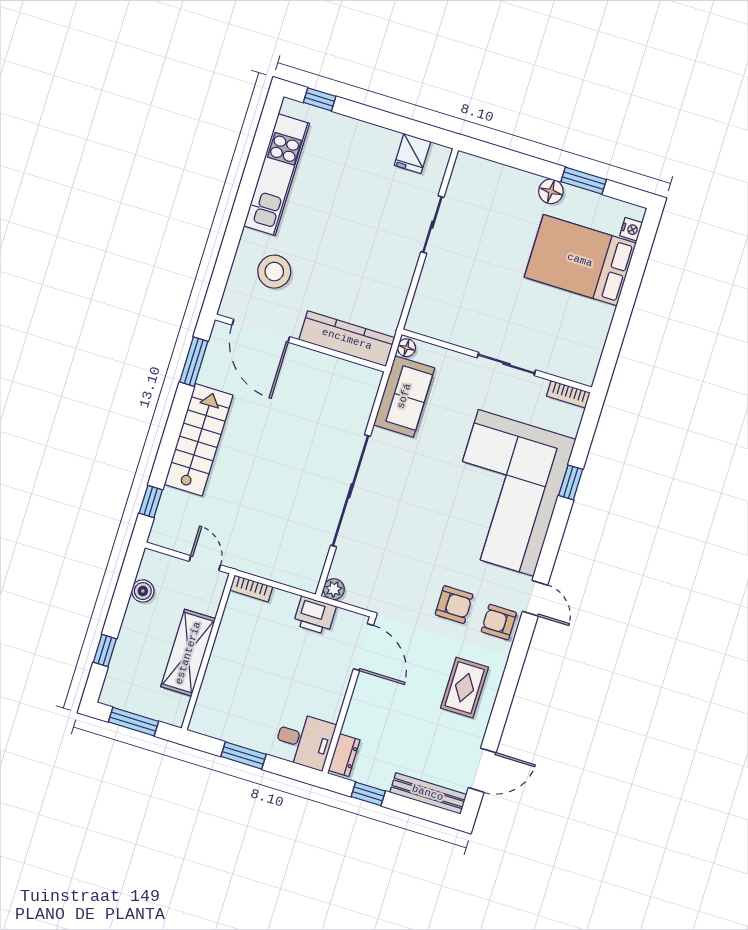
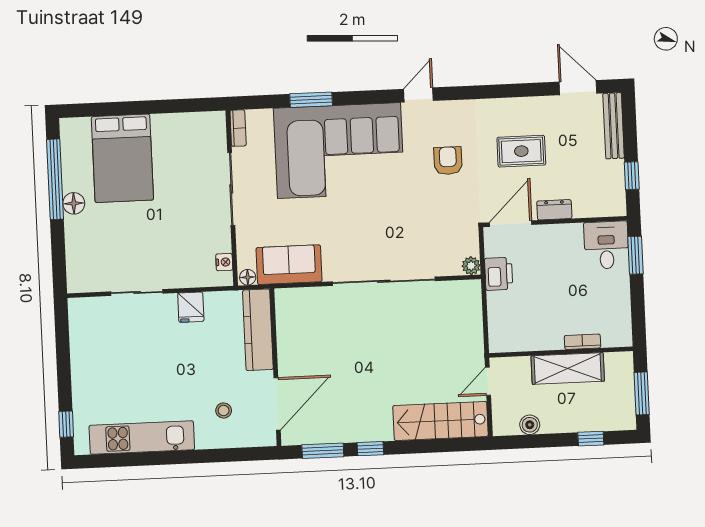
fridge: (412, 153) -> (191, 307), moved, turned 90
window: (584, 181) -> (55, 179), width x2.11
nightstand: (631, 229) -> (224, 262), moved, turned 90
stool: (274, 272) -> (224, 411), width x0.53, depth x0.53
sliding door: (506, 364) -> (231, 189), width x1.37
stairs: (199, 440) -> (440, 421), moved
window: (571, 482) -> (311, 100), width x1.50
window: (151, 501) -> (370, 449), moved
bookcase: (251, 588) -> (583, 342), moved, turned -90
armchair: (499, 622) -> (449, 118), removed
rug: (465, 688) -> (521, 151), moved
window: (243, 755) -> (635, 255), moved
dresser: (344, 755) -> (554, 210), moved

